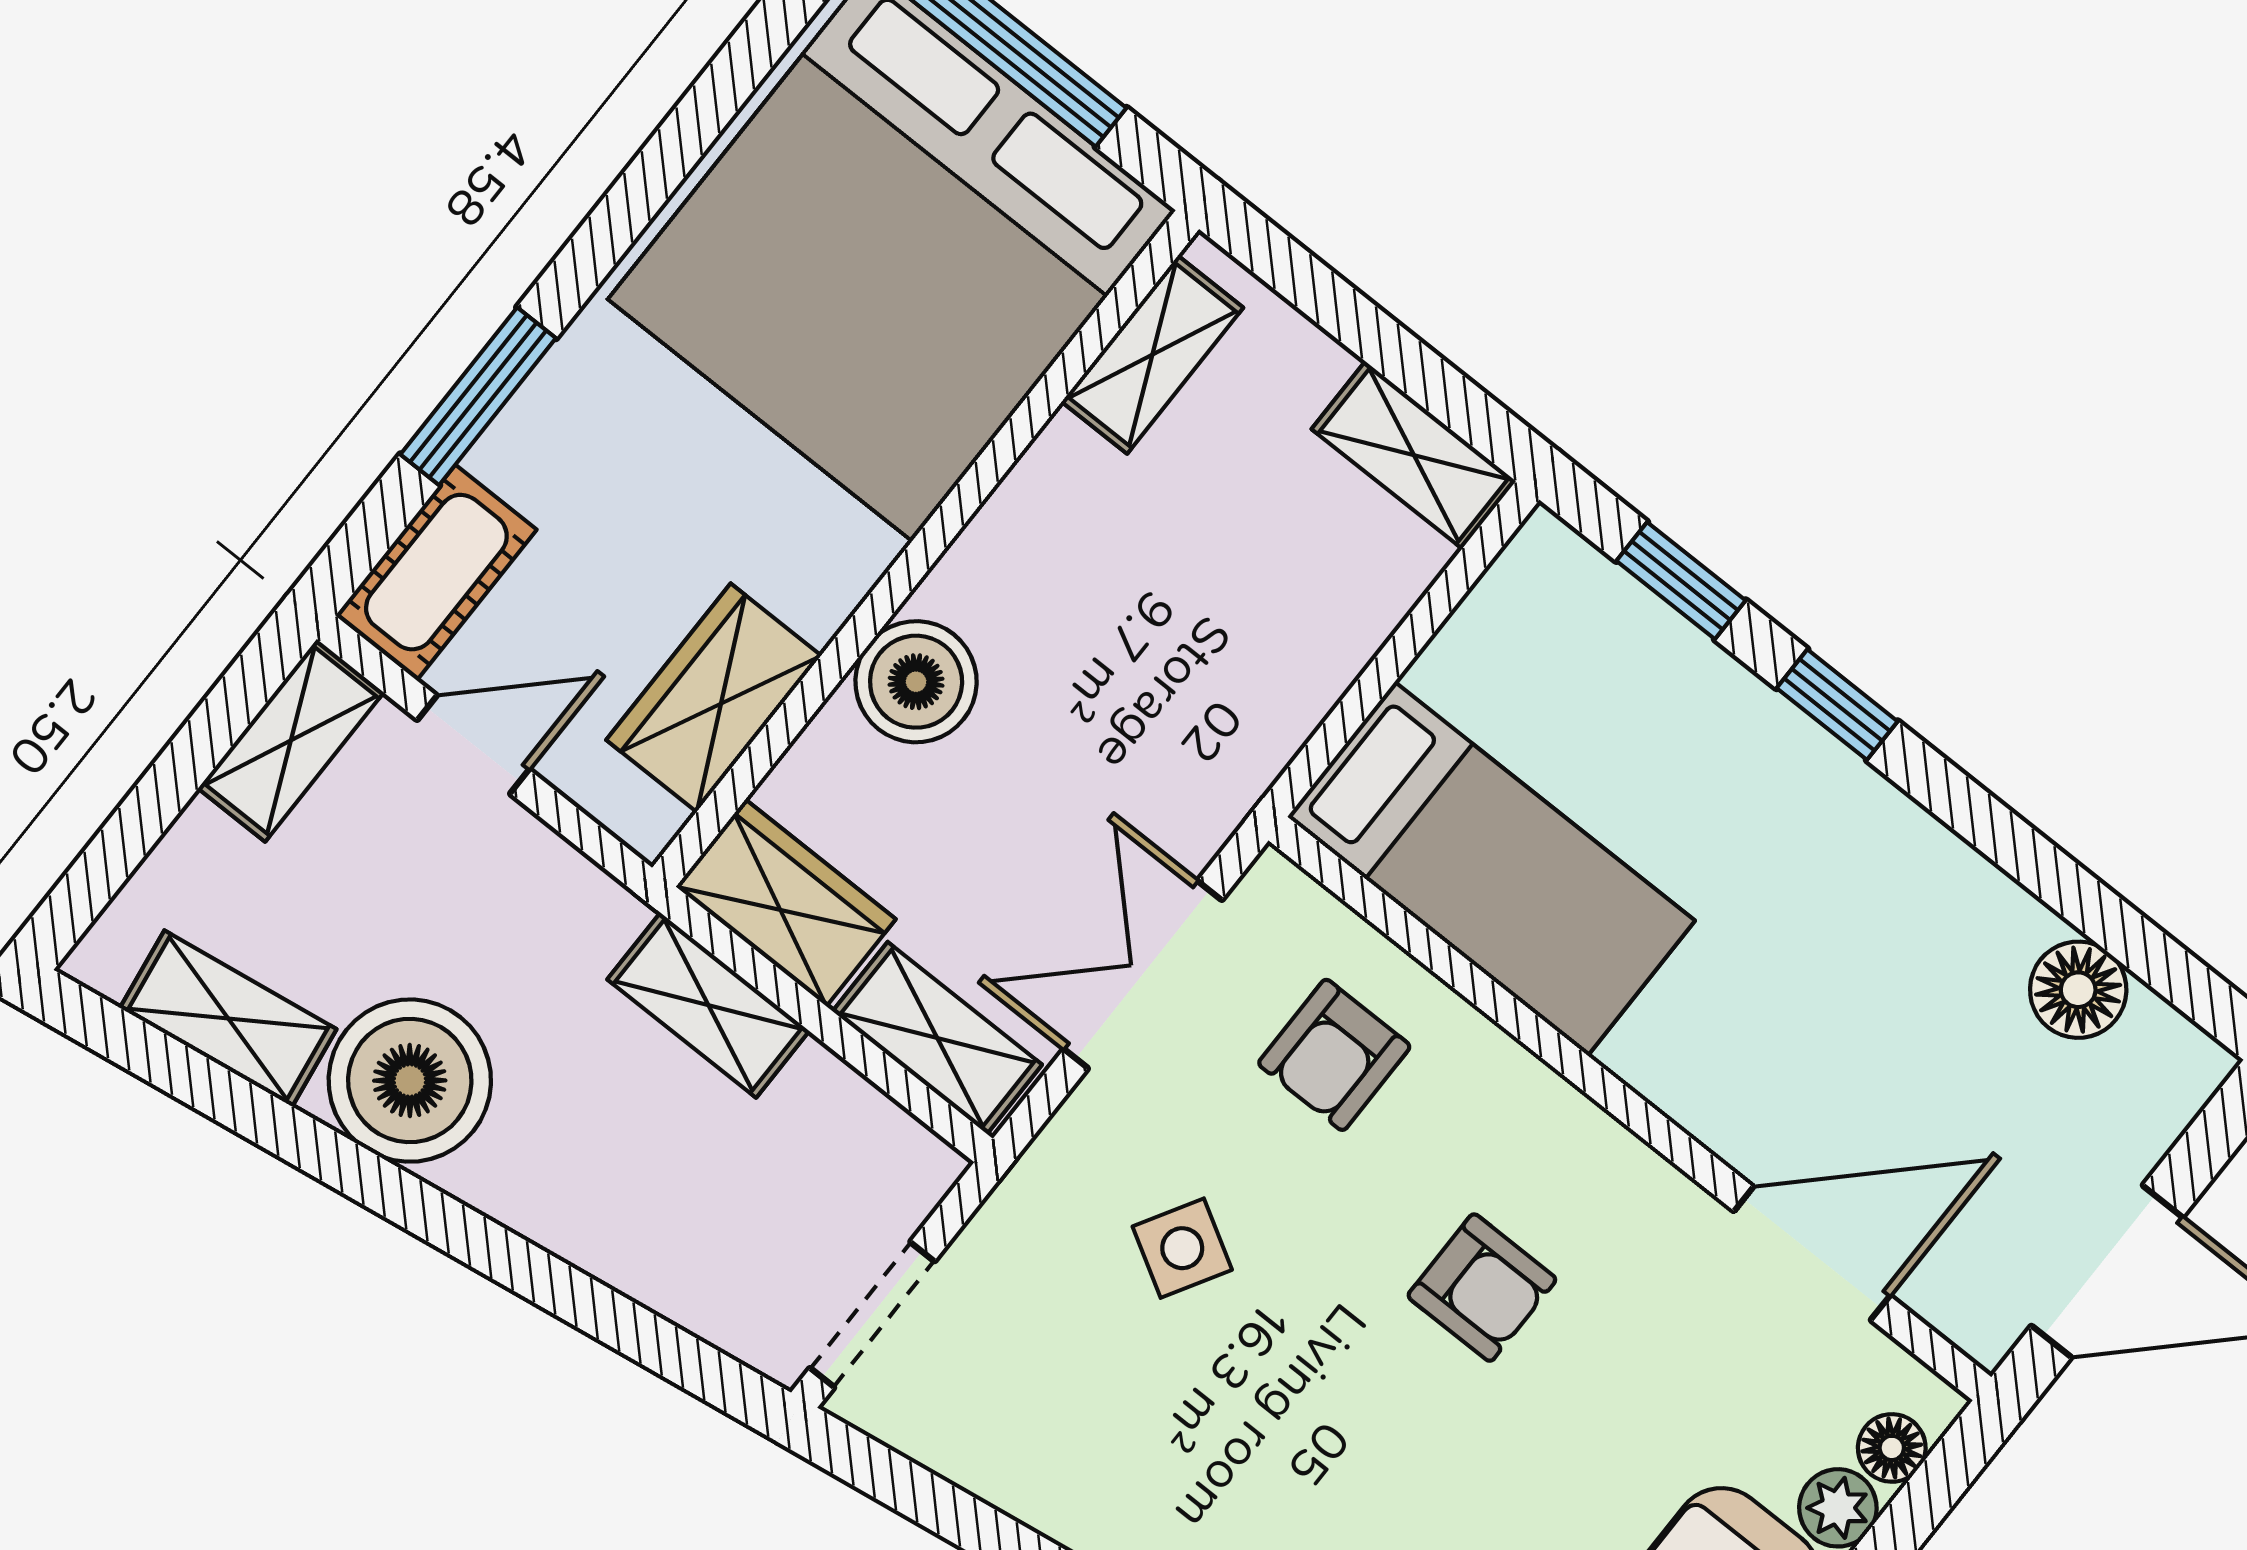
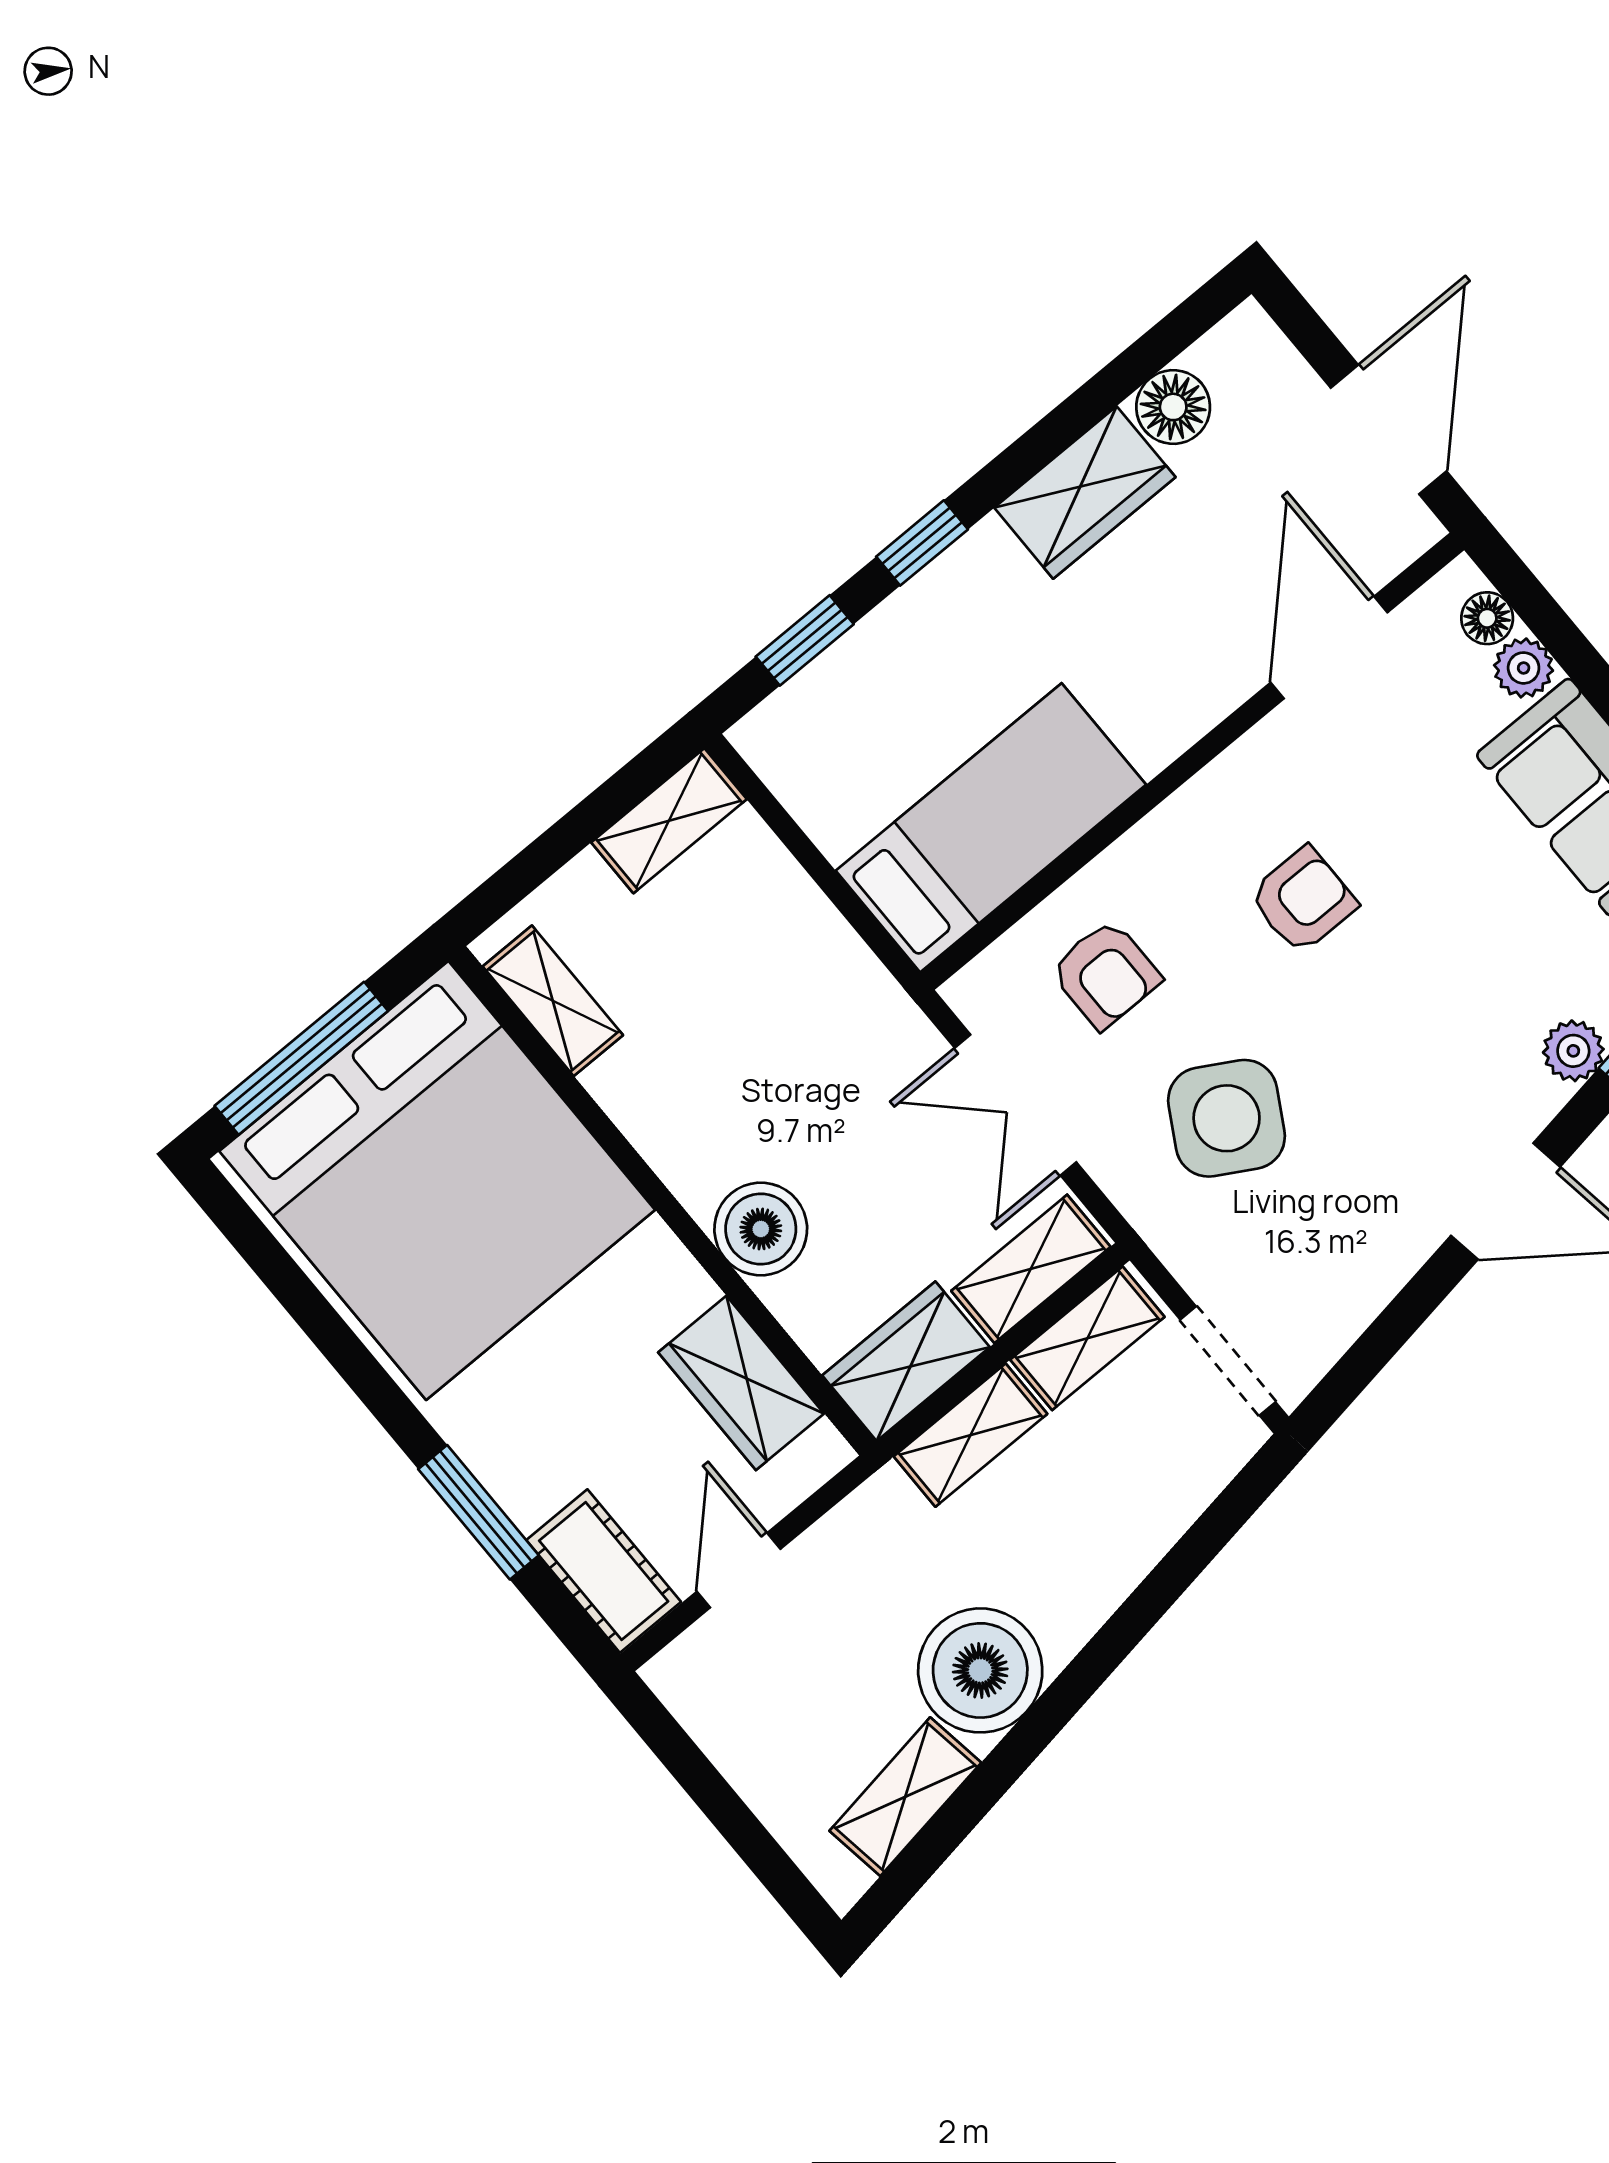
shelving: (291, 740) -> (1087, 1338), moved, turned 90
wardrobe: (1945, 900) -> (1085, 492), added
side table: (1182, 1248) -> (1227, 1118), width x1.87, depth x1.87

